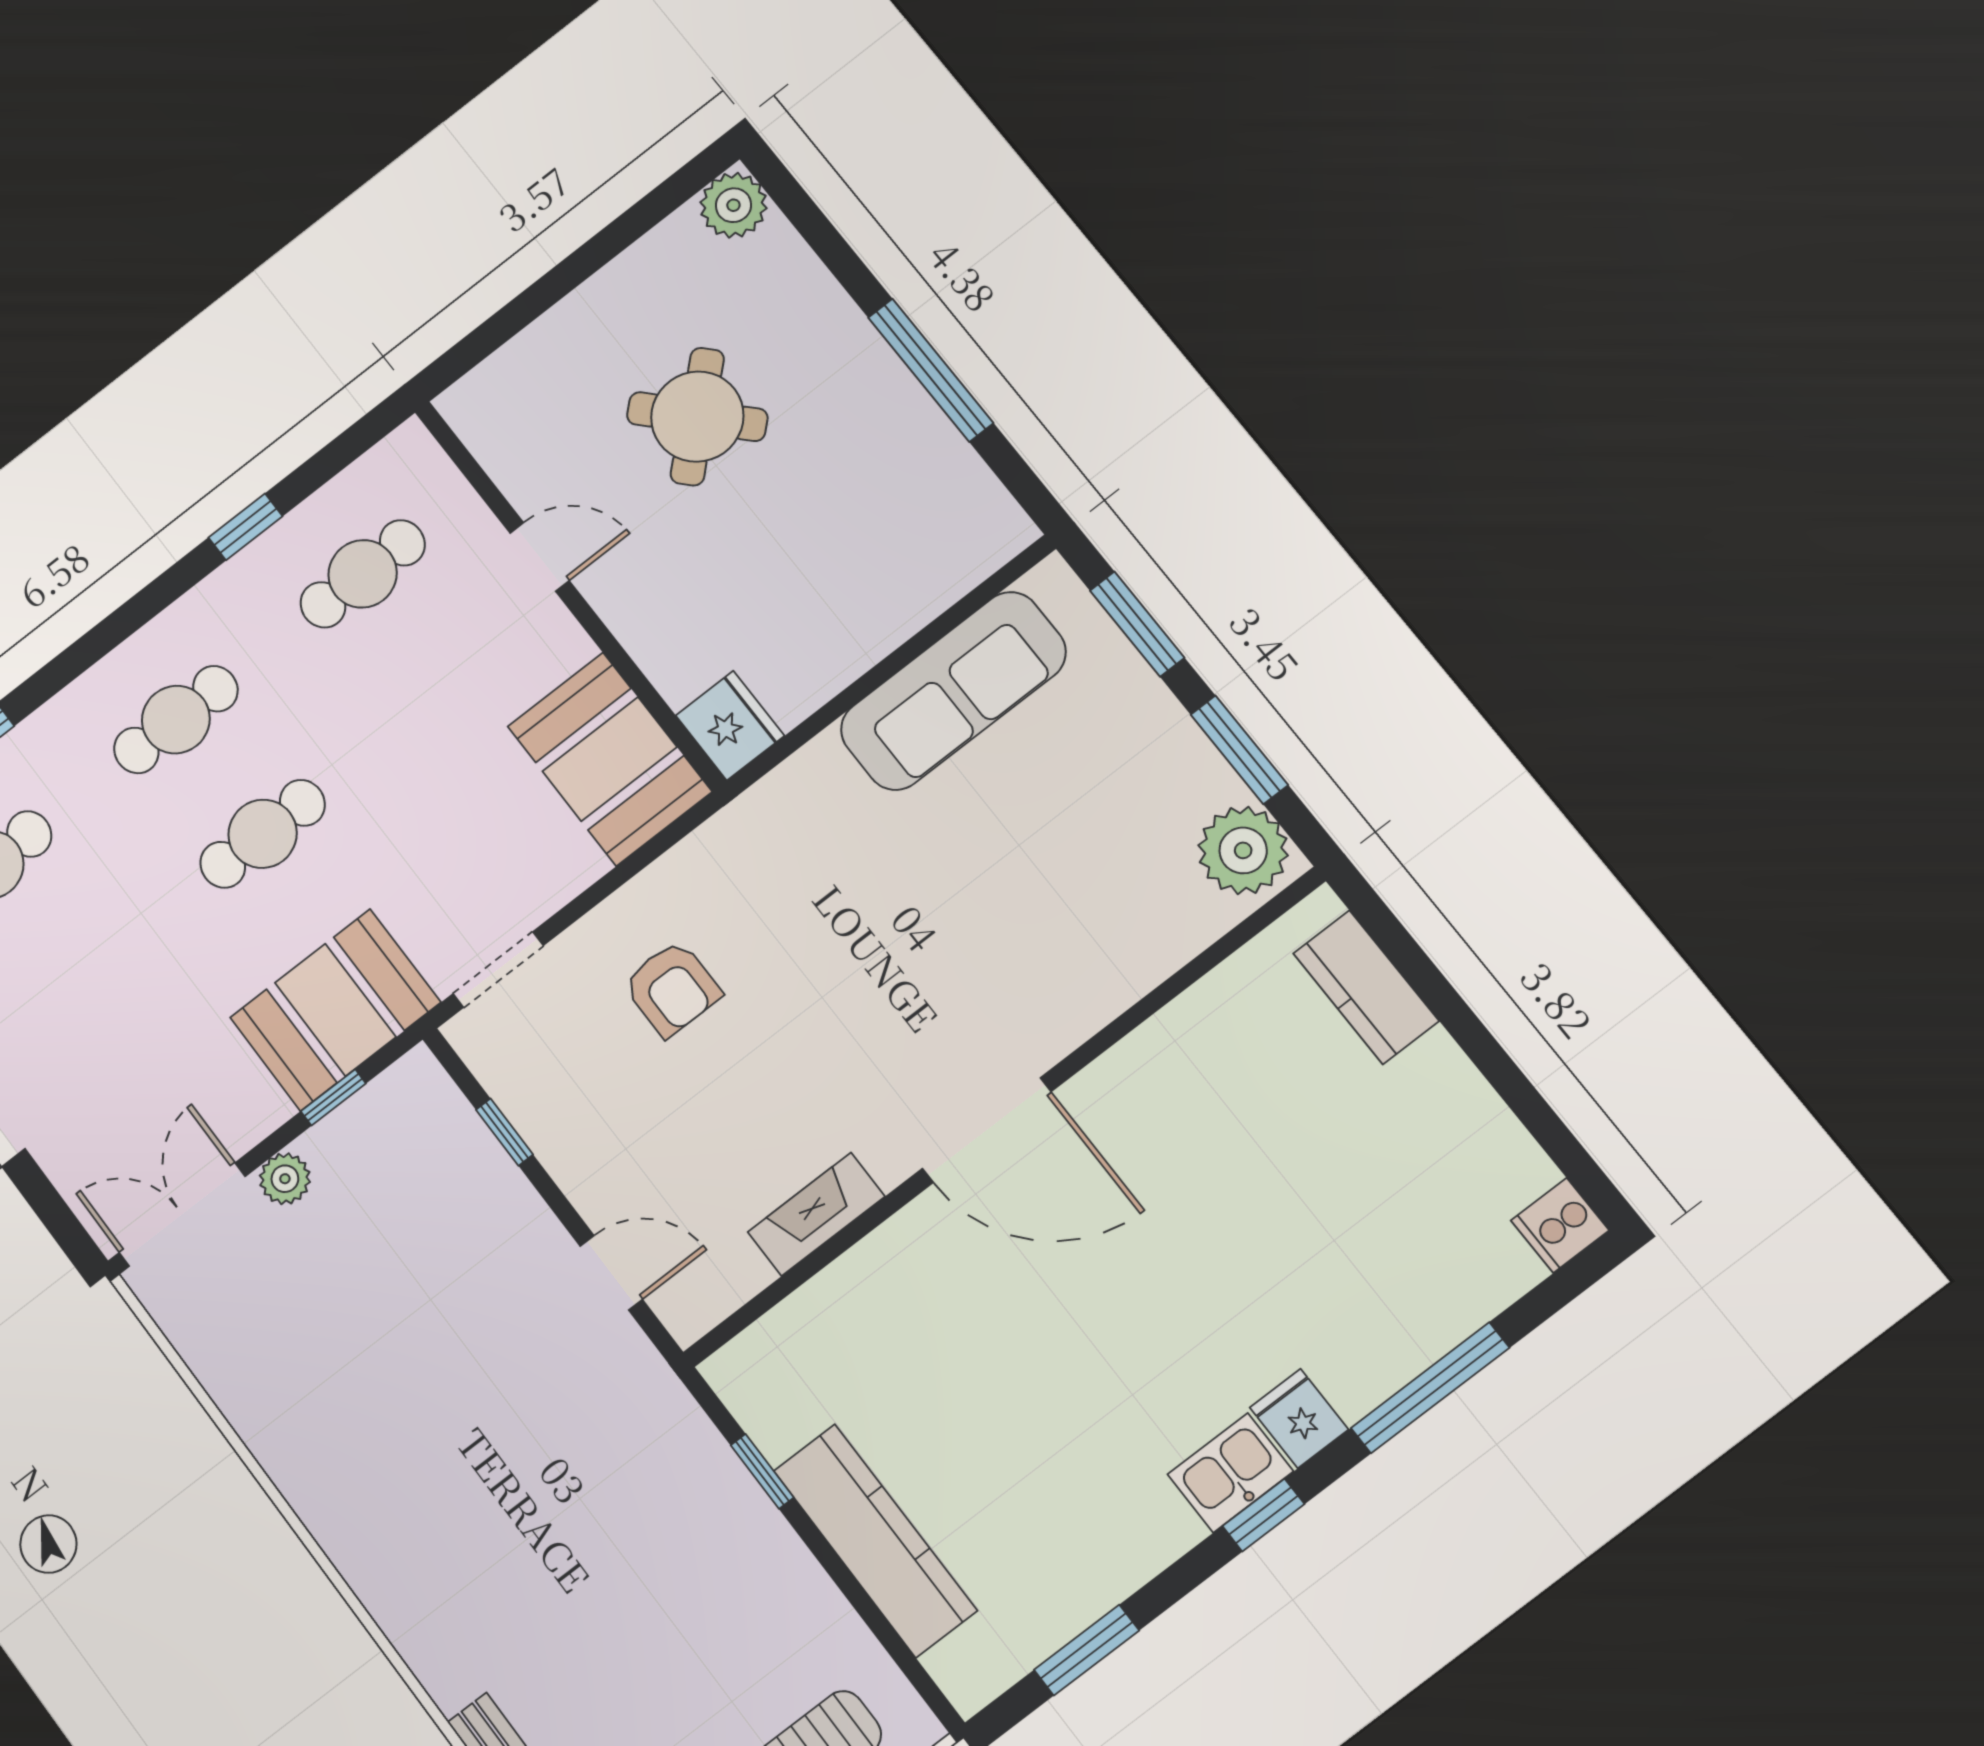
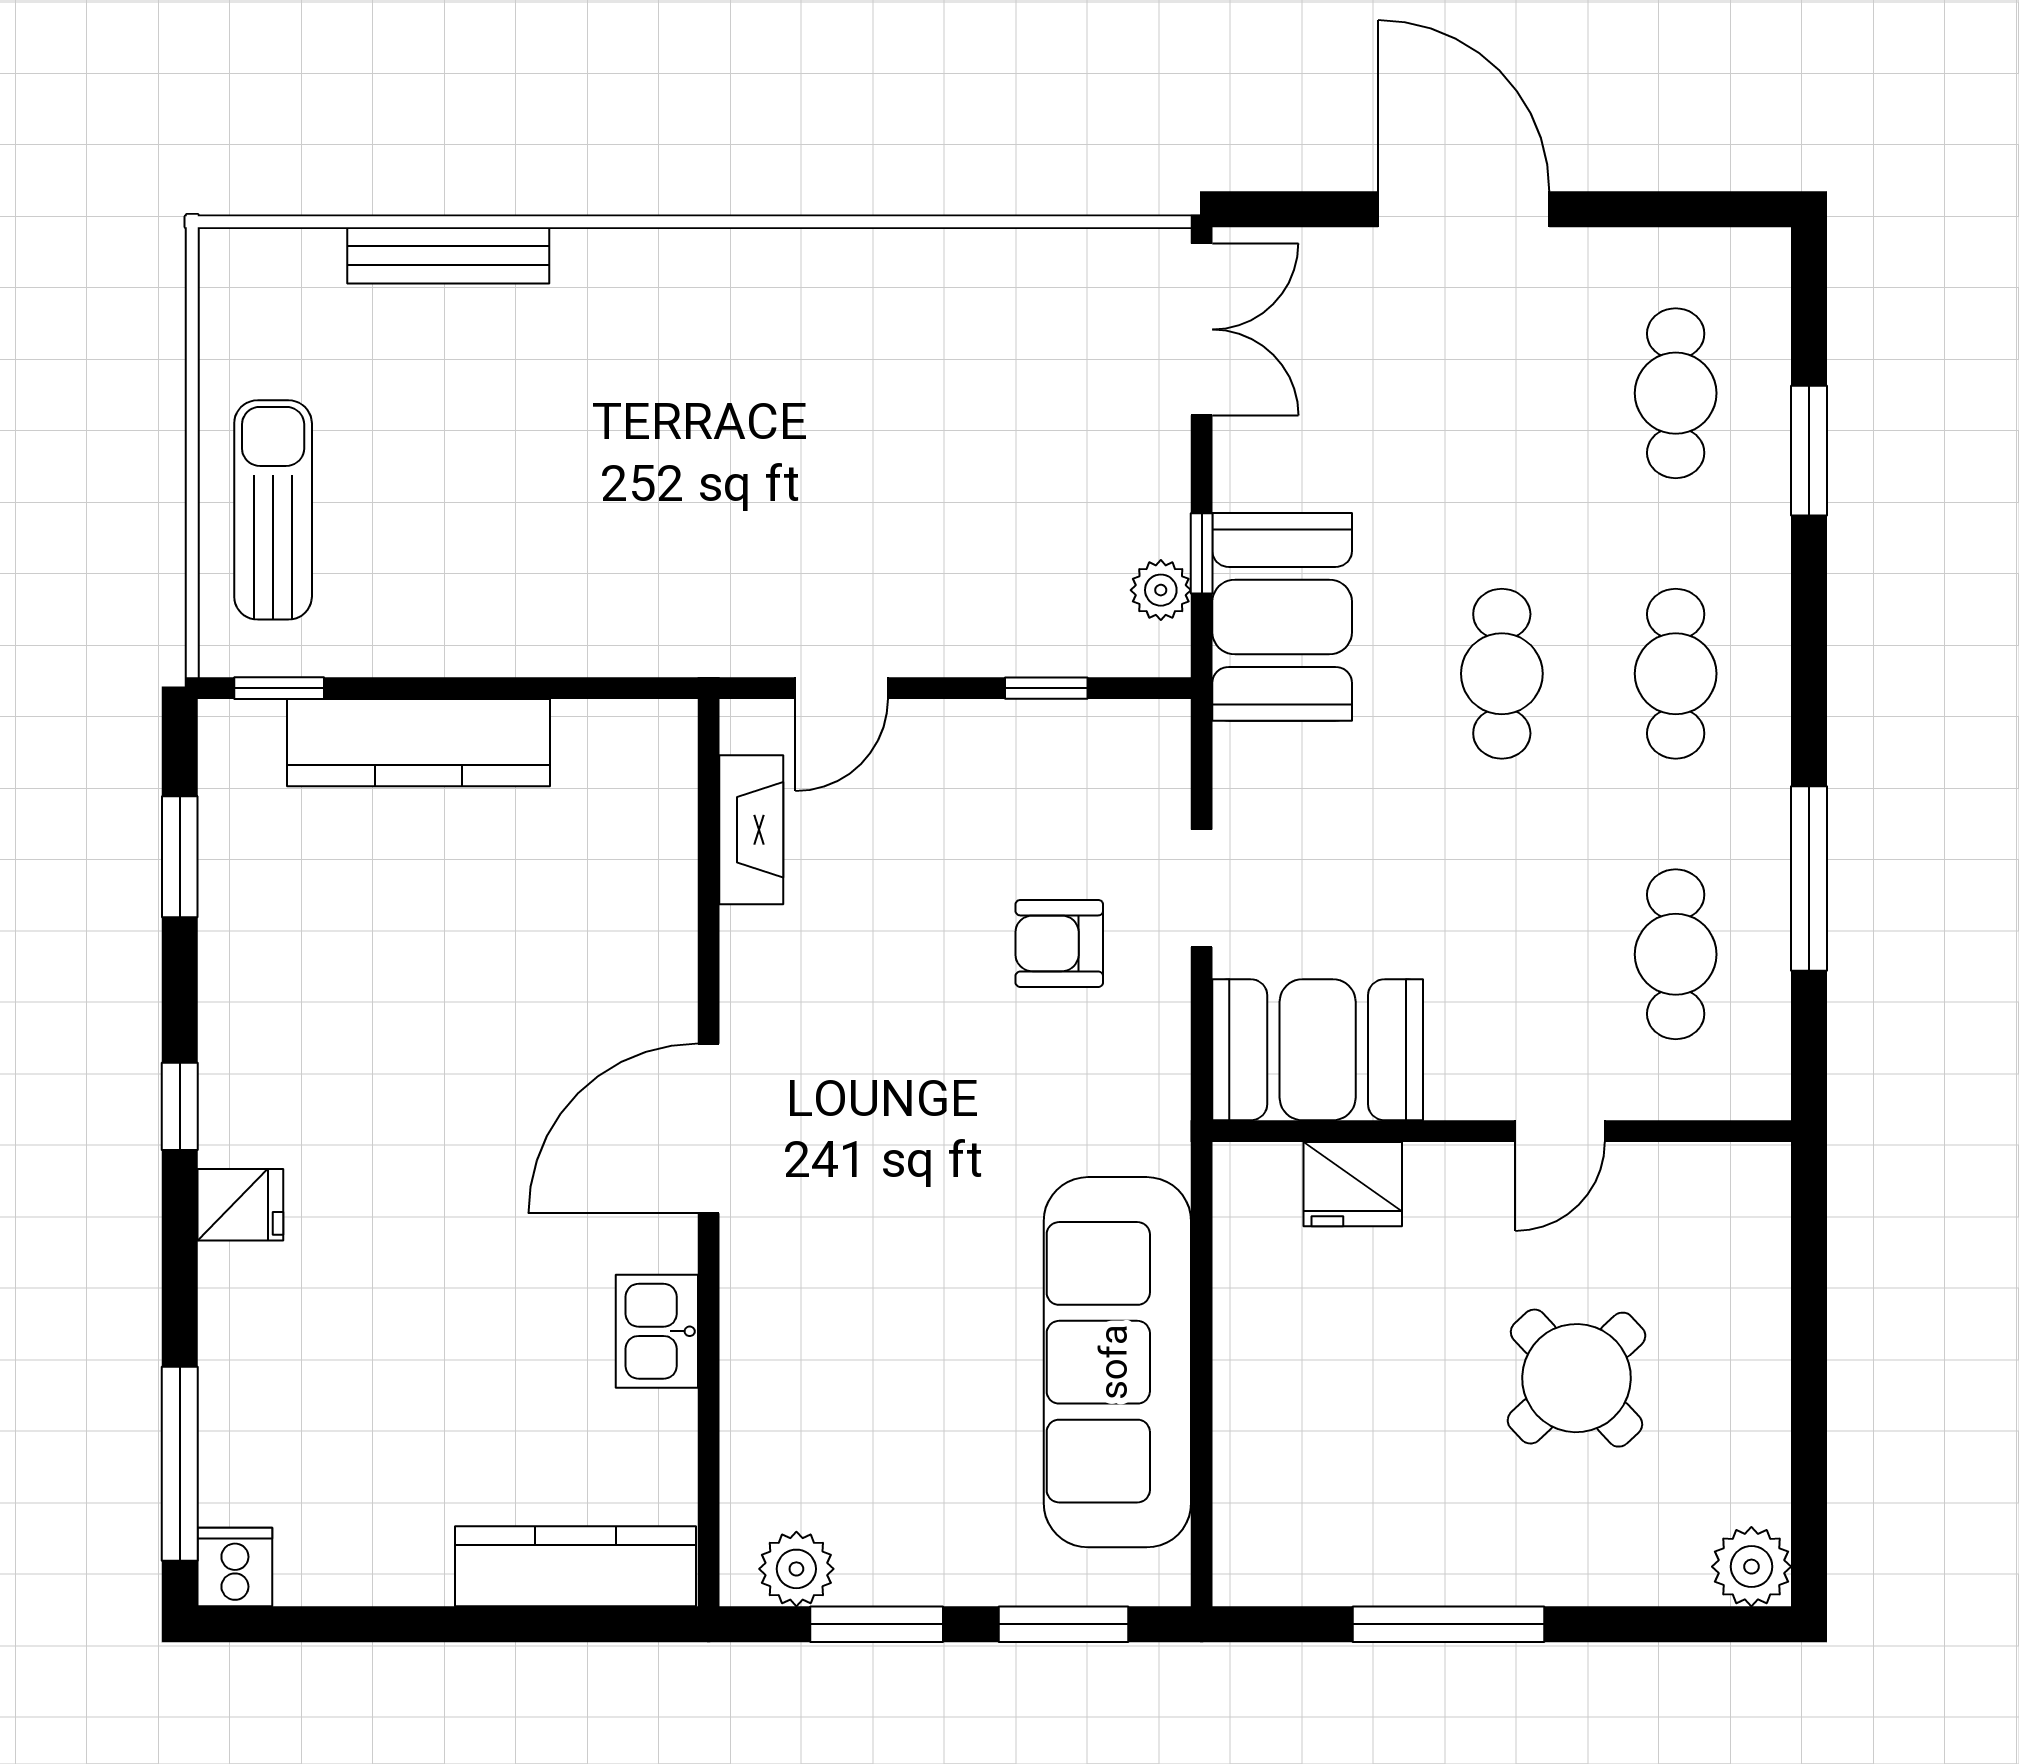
window: (246, 527) -> (1809, 879), width x2.17
sofa: (953, 691) -> (1117, 1362), width x1.36, depth x1.27
fridge: (730, 726) -> (1353, 1184), moved
plant: (1243, 850) -> (796, 1569), width x0.73, depth x0.73
doorway: (498, 970) -> (1202, 888), moved
kitchen counter: (1366, 987) -> (575, 1566), width x1.50
plant: (285, 1179) -> (1161, 590), moved
fireplace: (816, 1214) -> (751, 830), moved
window: (1430, 1388) -> (180, 1464), moved
window: (762, 1471) -> (279, 688), moved
kitchen sink: (1230, 1473) -> (657, 1331), moved, turned 180

